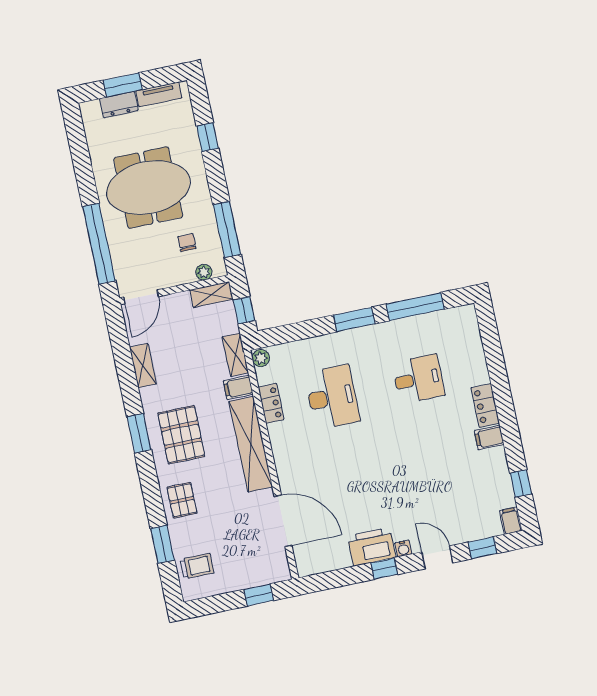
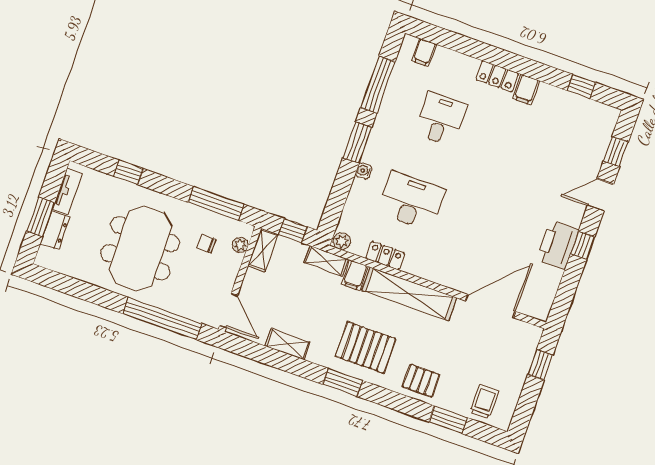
filing cabinet: (511, 521) -> (424, 52), moved, turned -90
water cooler: (403, 548) -> (364, 171), moved, turned 180

